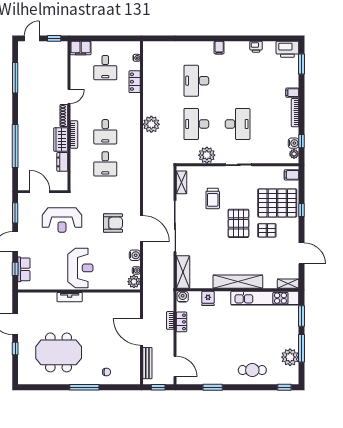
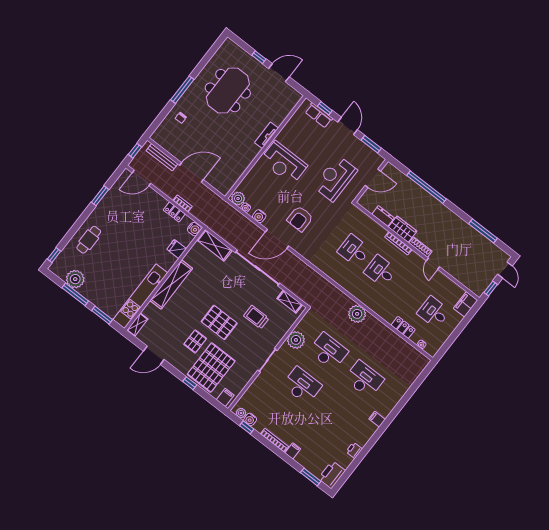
desk: (238, 124) -> (302, 385), turned 180

